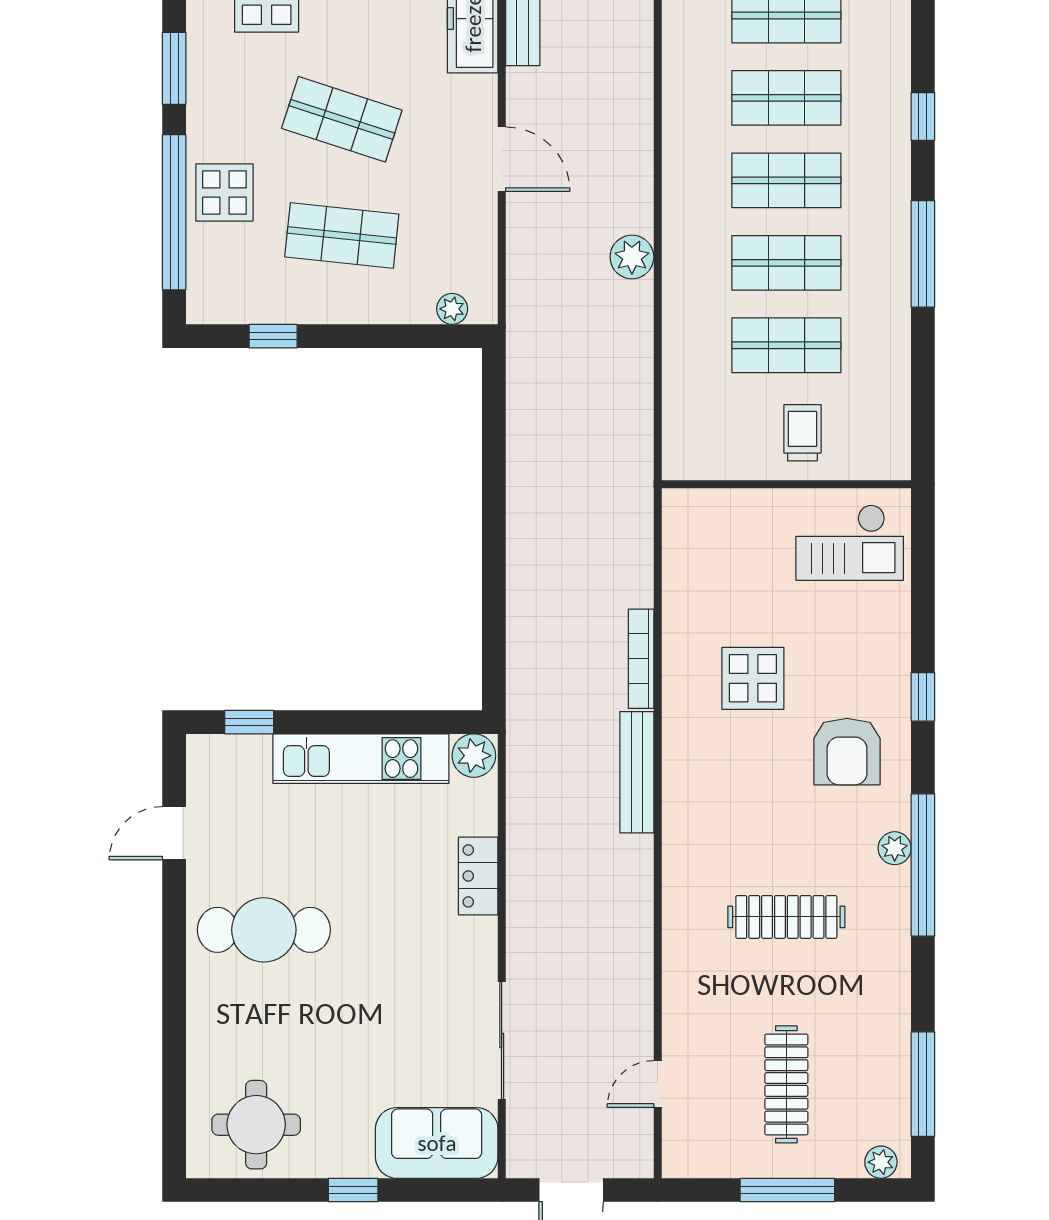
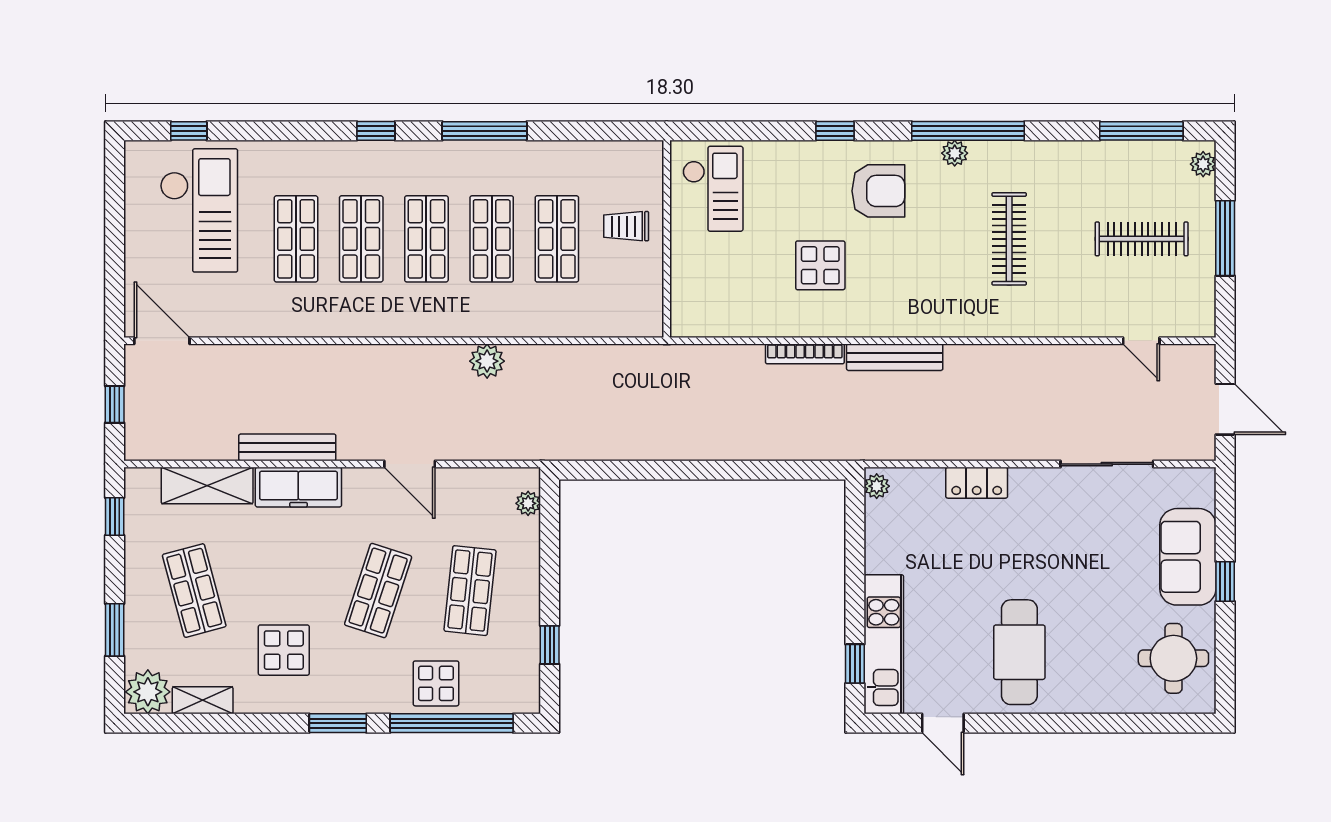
door: (502, 159) -> (410, 464), swing flipped
plant: (474, 756) -> (877, 486), width x0.73, depth x0.73
kitchen unit: (361, 759) -> (884, 644), moved
sofa: (437, 1143) -> (1188, 557), moved

